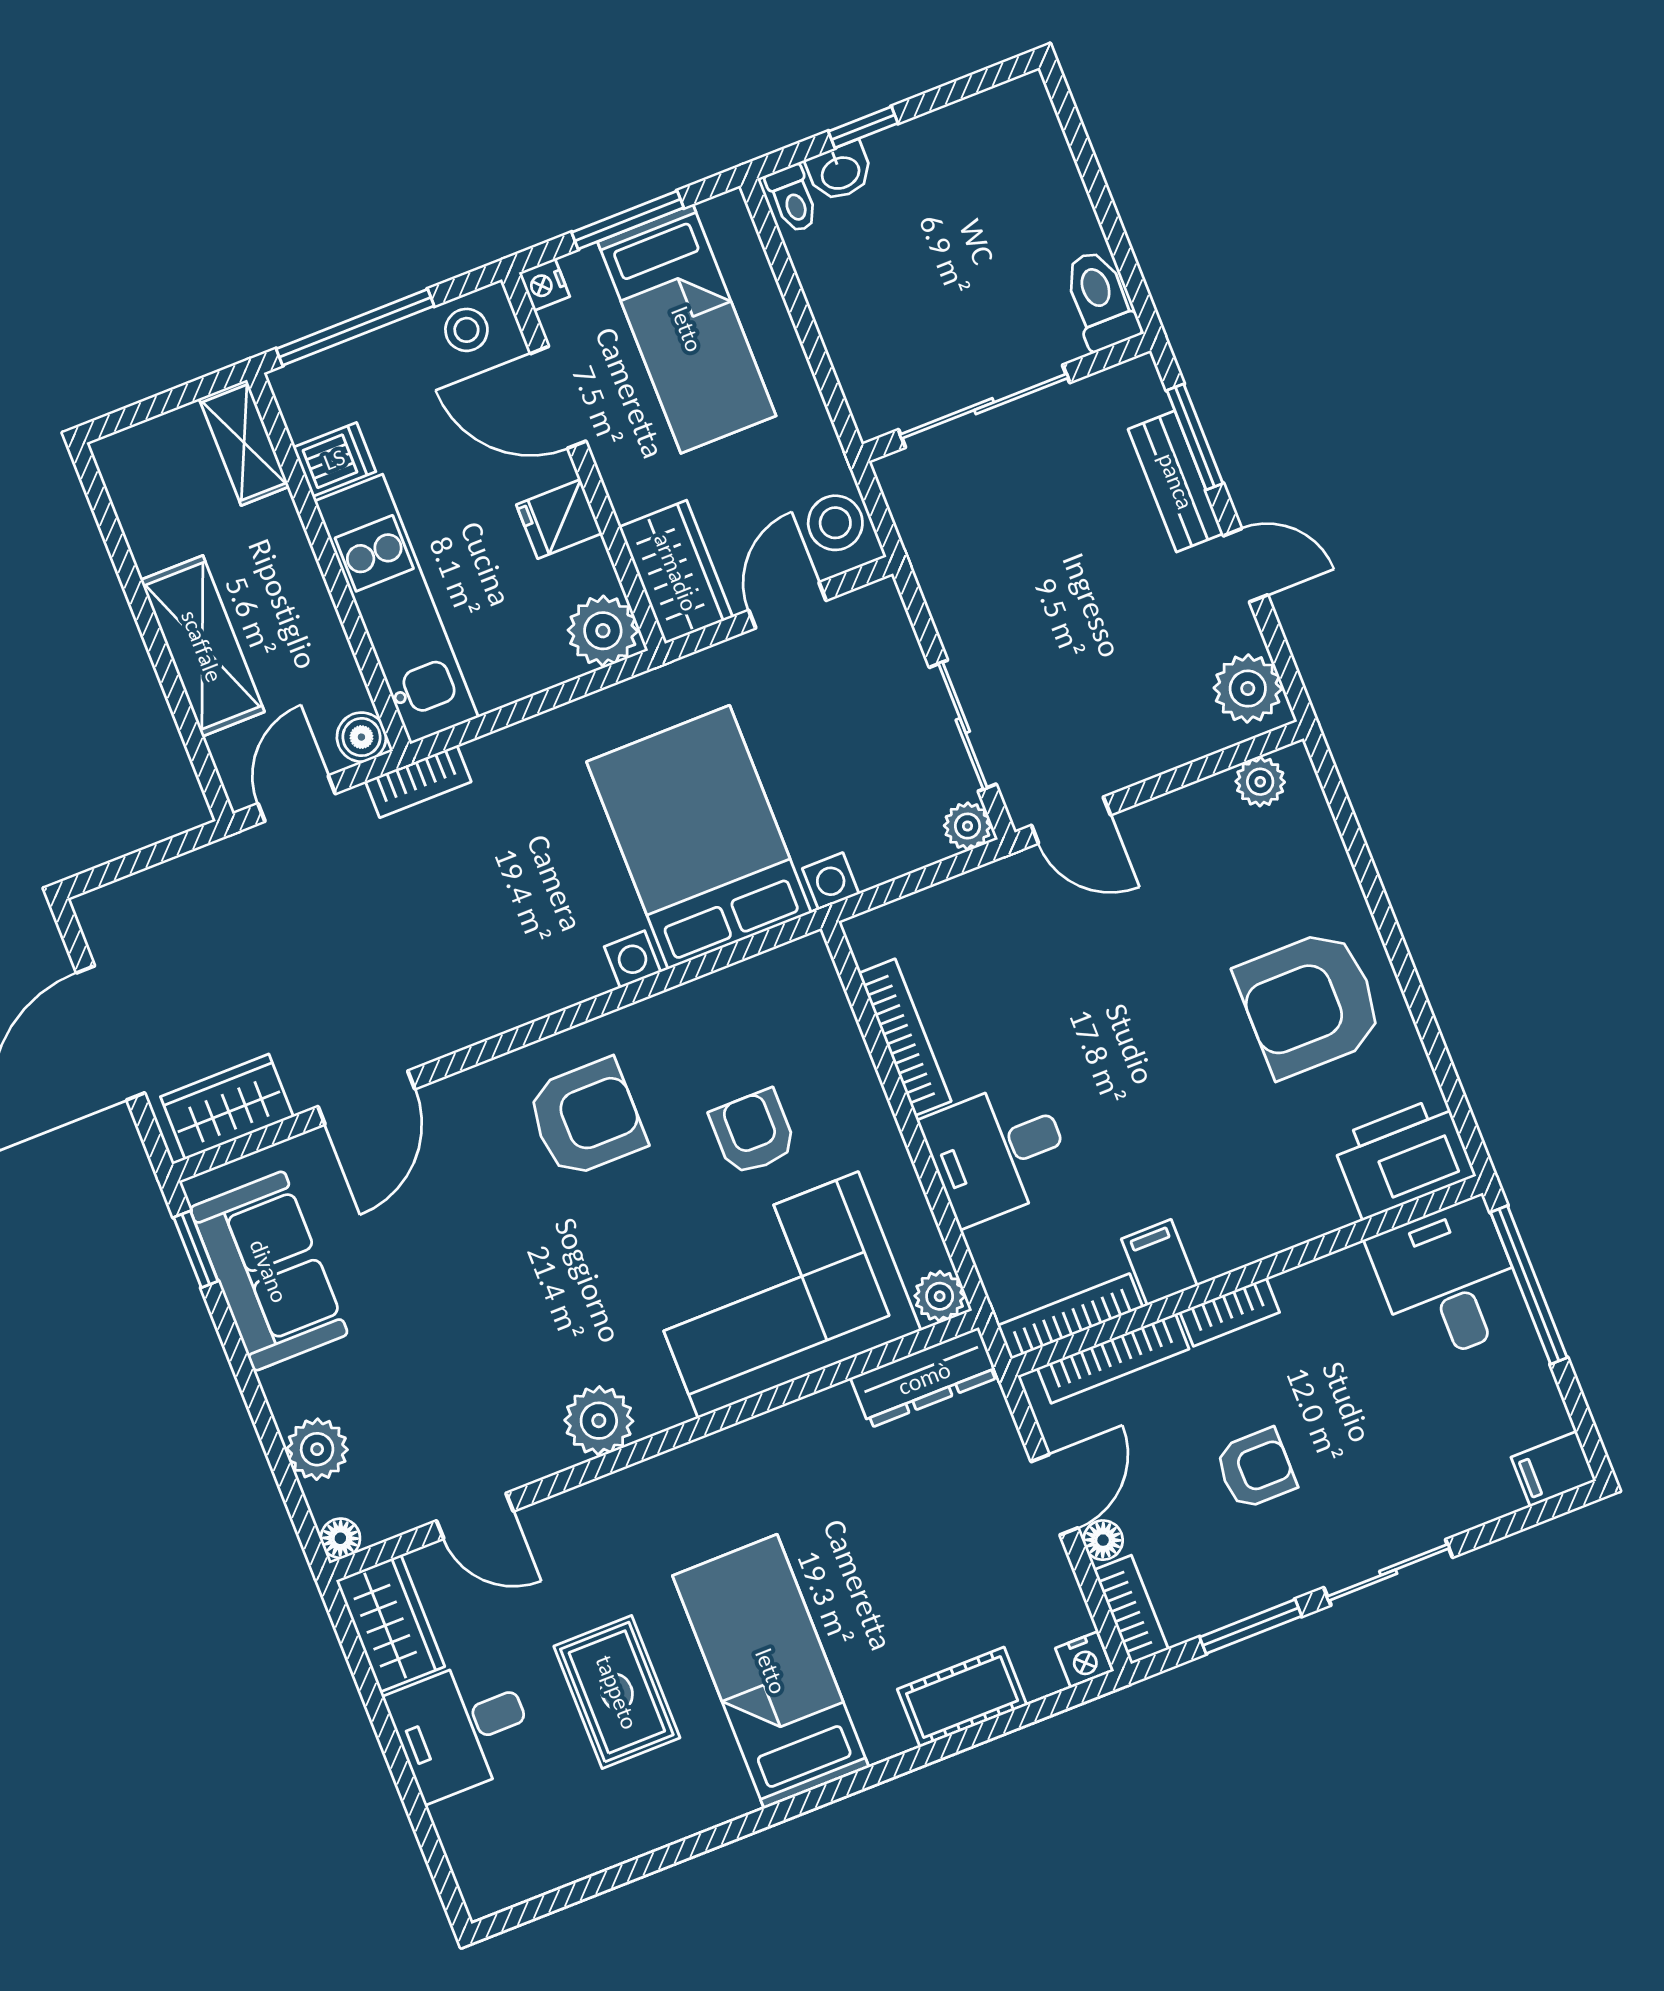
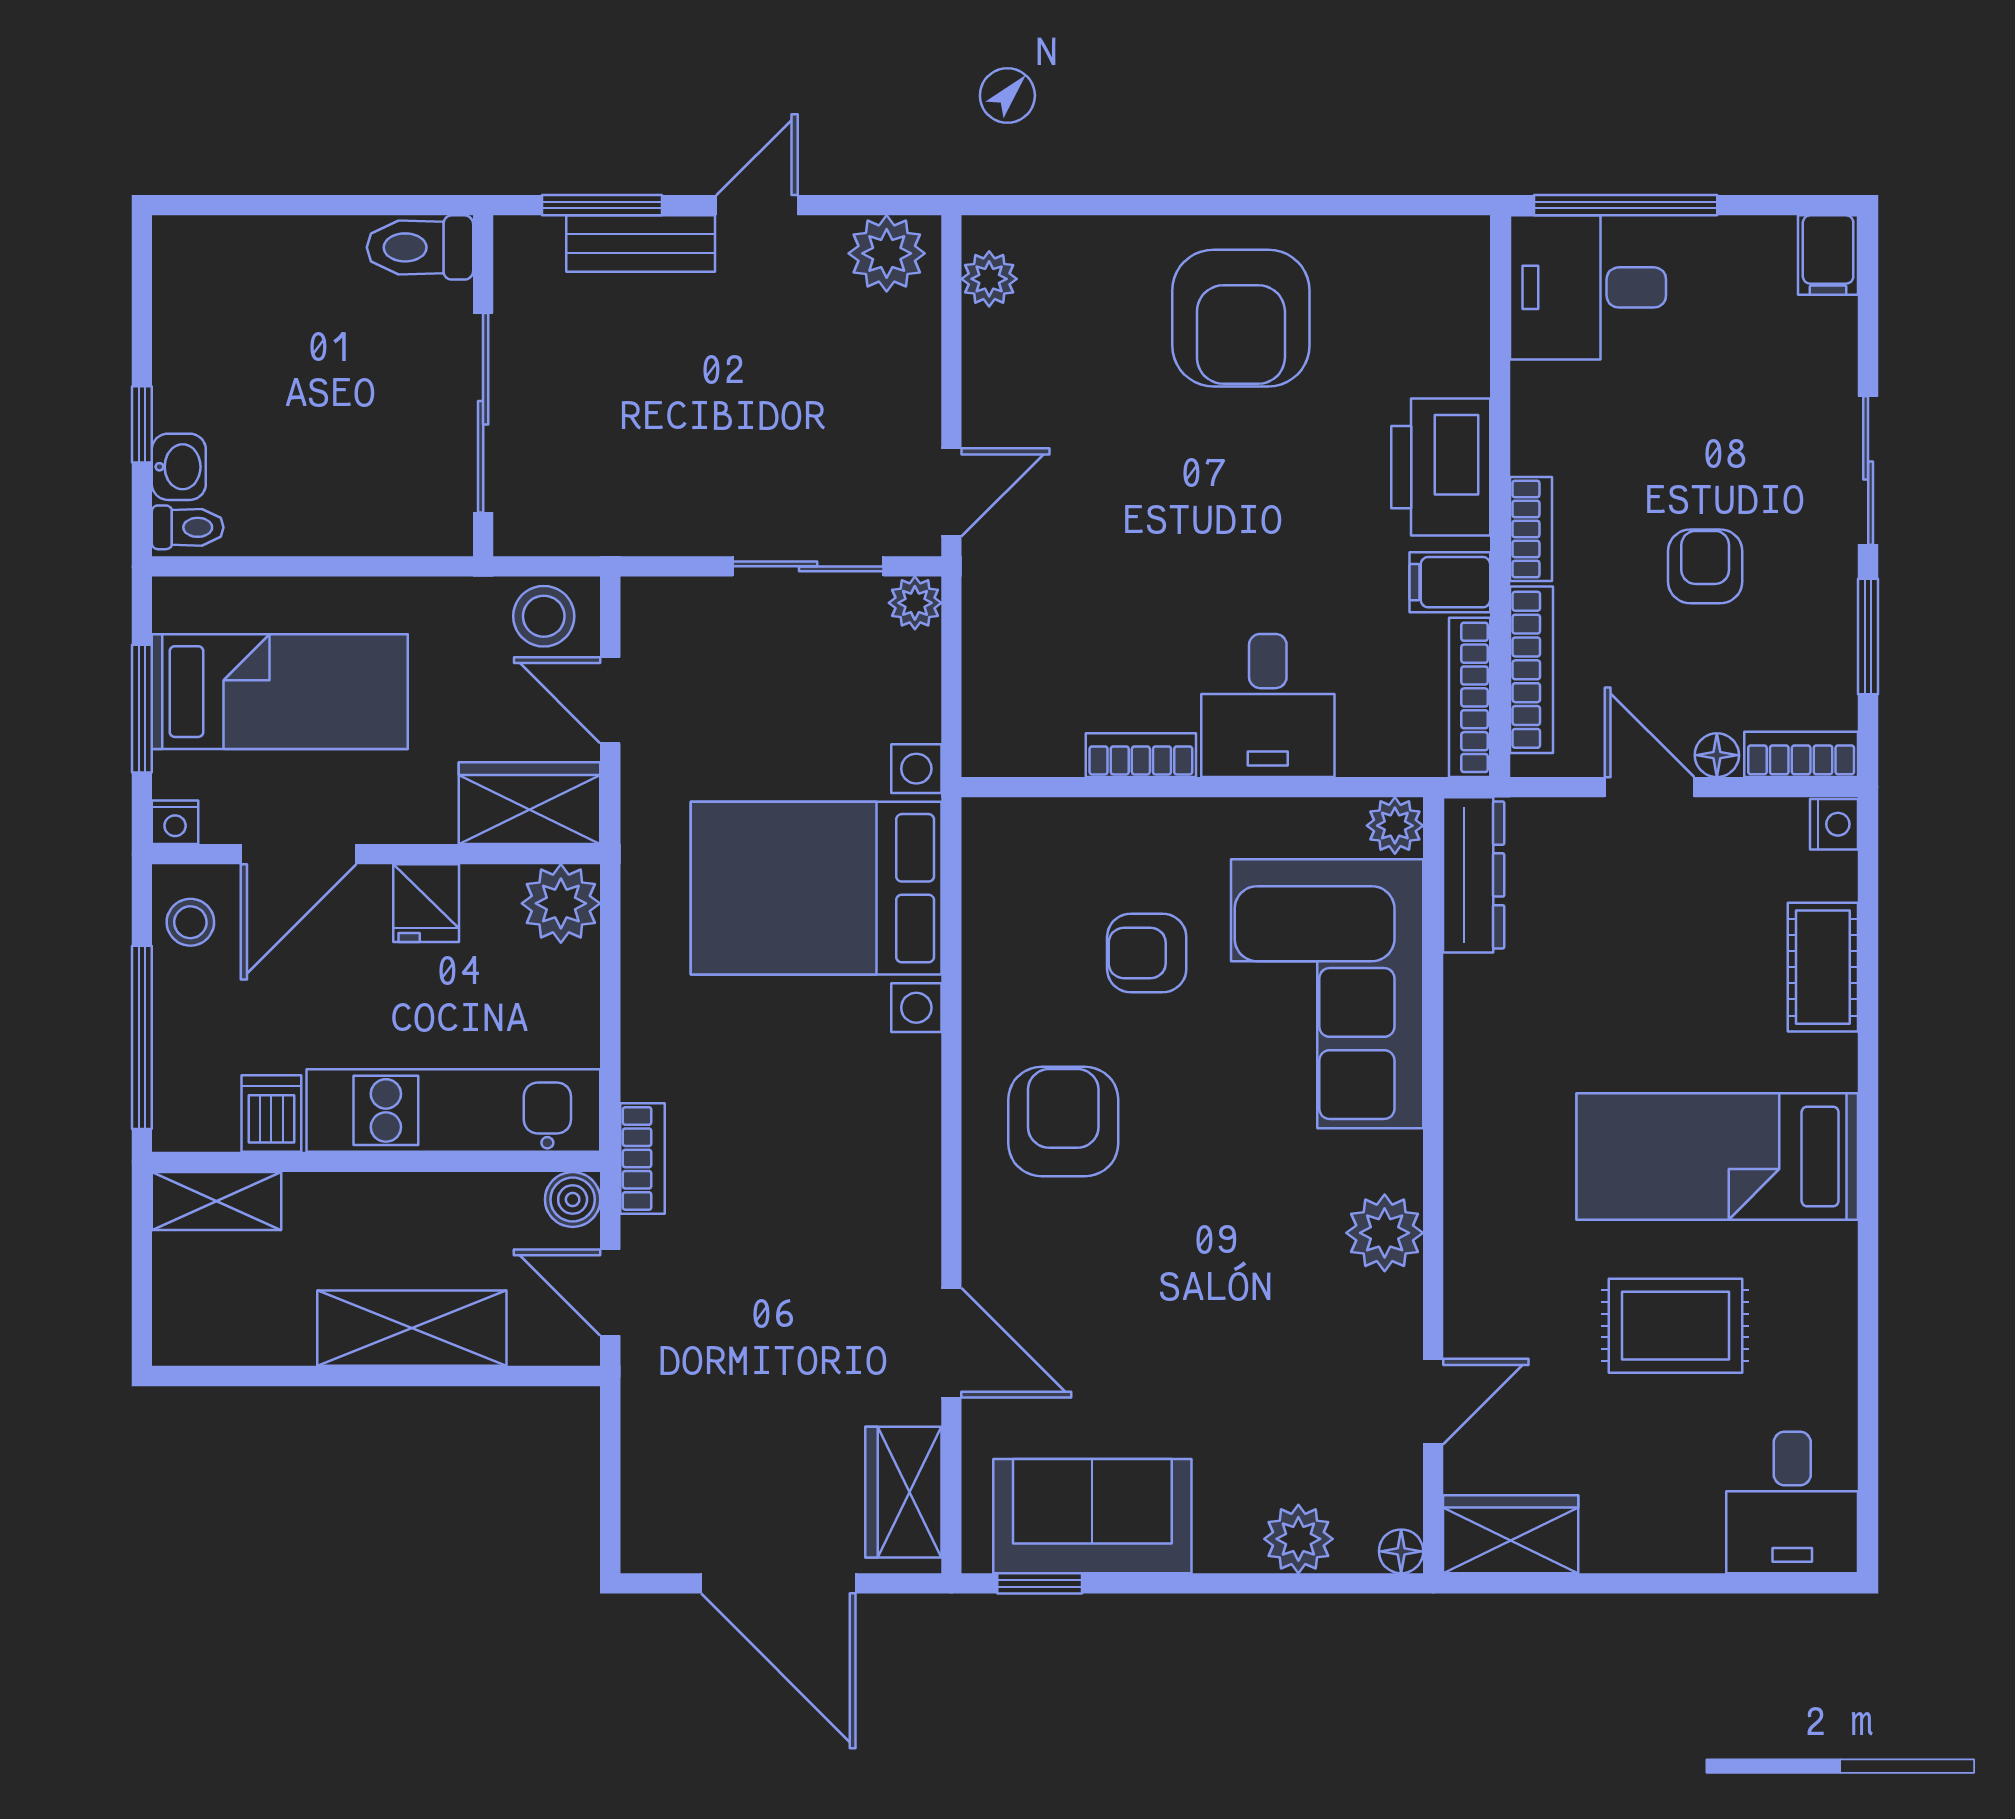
bookcase: (905, 1037) -> (1141, 755), width x0.64
printer: (1403, 1157) -> (1441, 467), moved
desk: (462, 1728) -> (1792, 1502), moved

